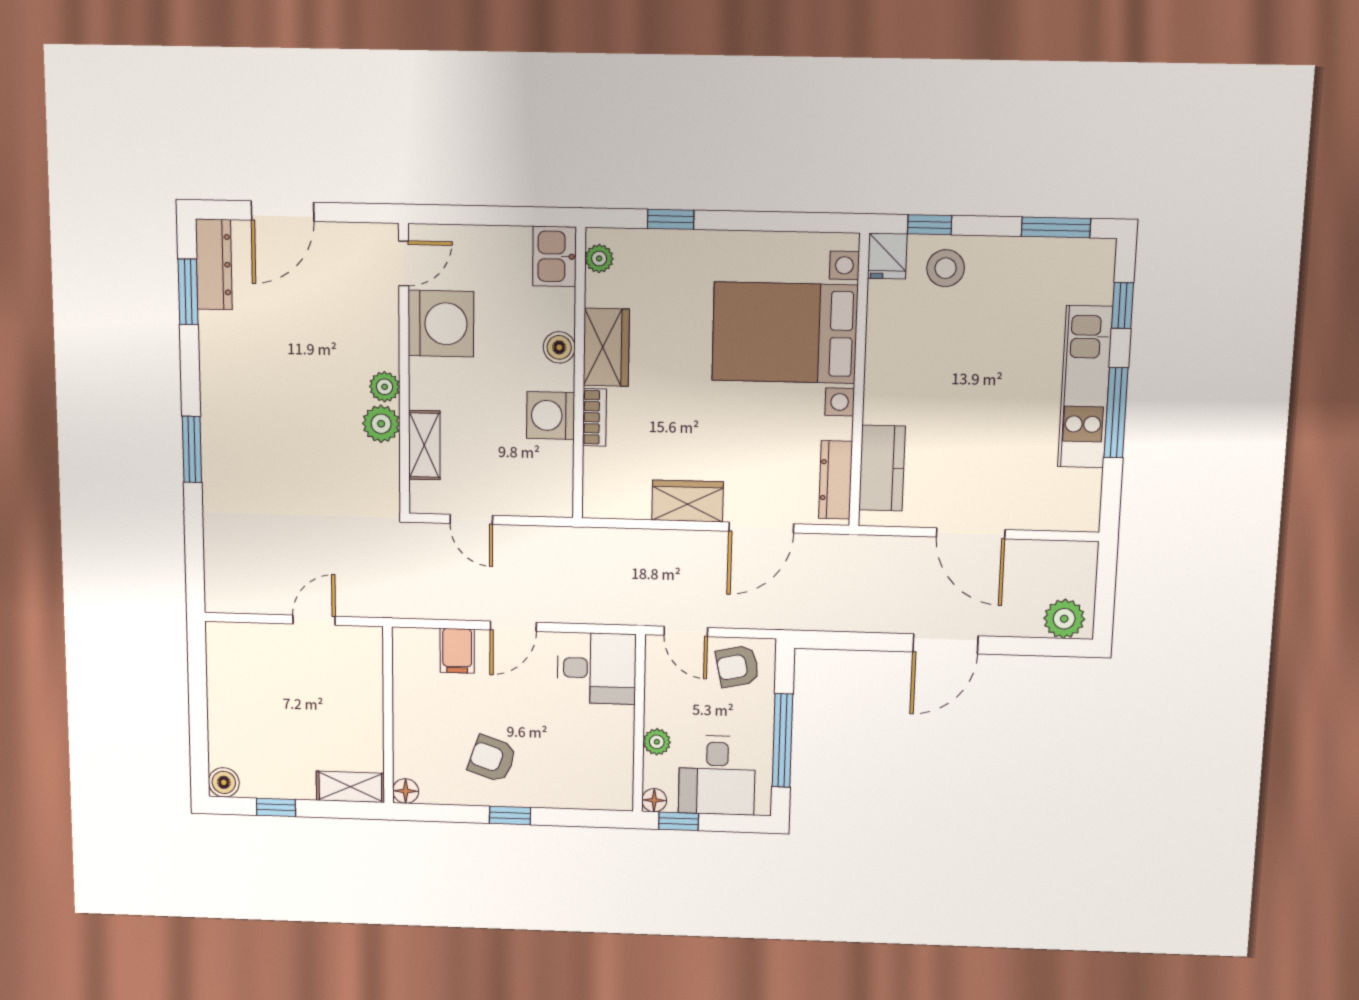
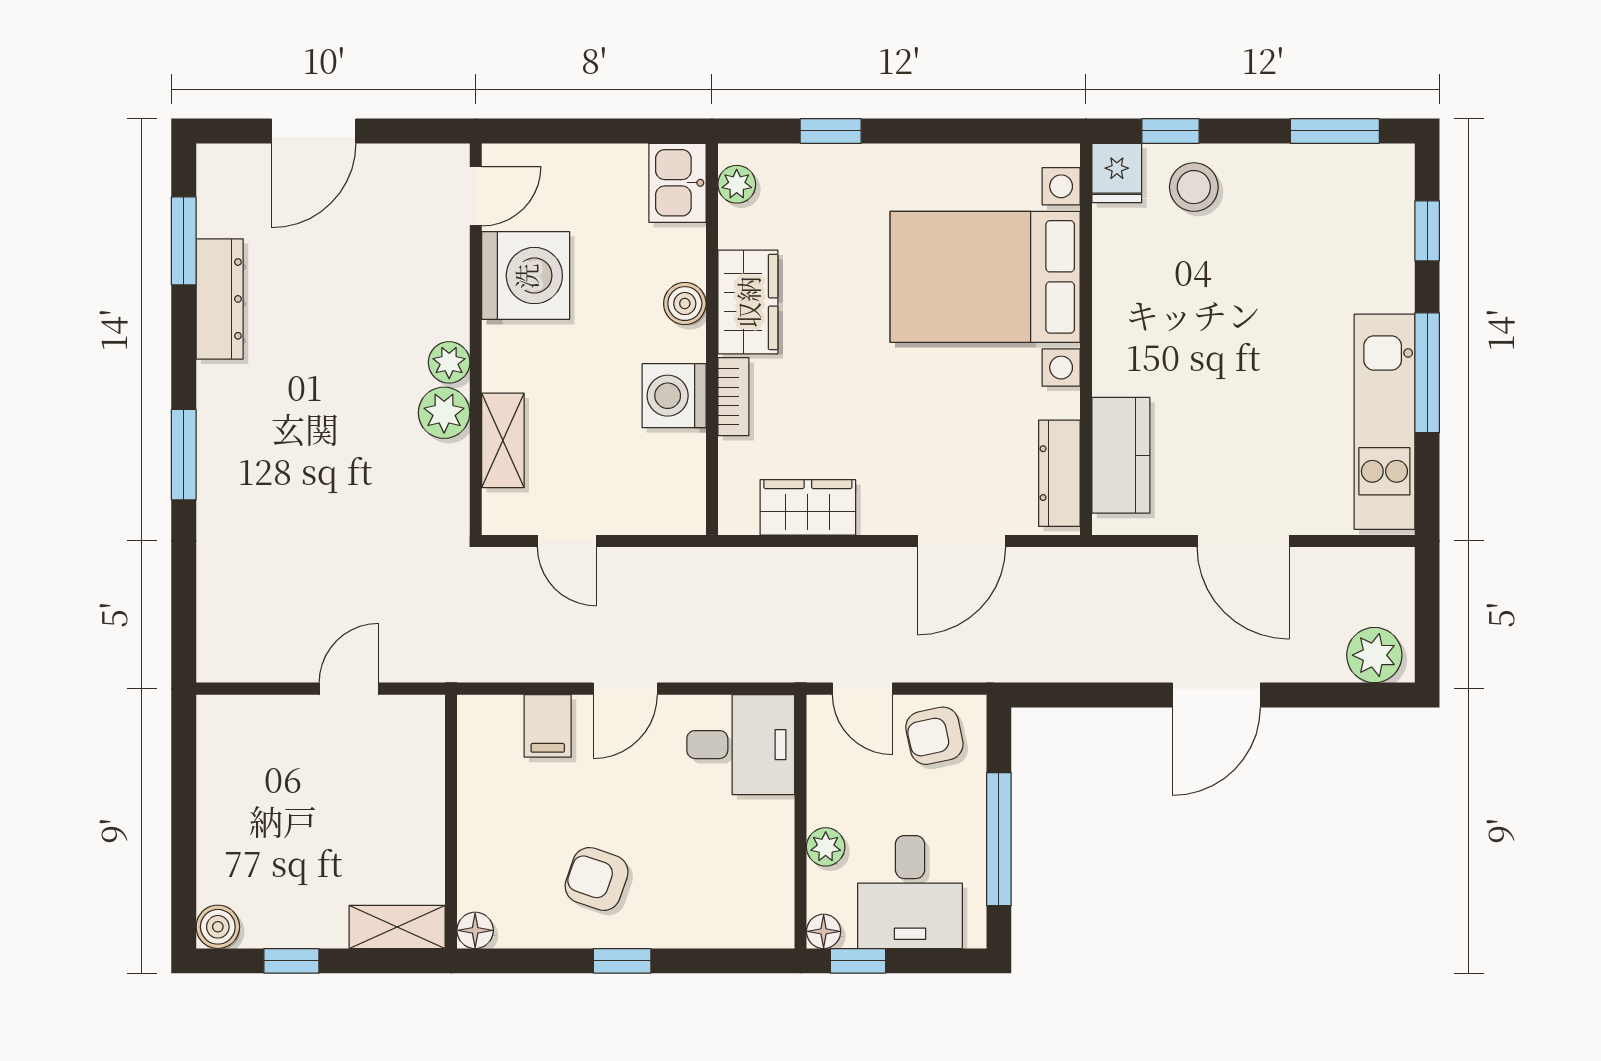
dresser: (214, 264) -> (220, 299), moved
kitchen unit: (1085, 387) -> (1384, 422), moved
wardrobe: (688, 501) -> (808, 507), moved

